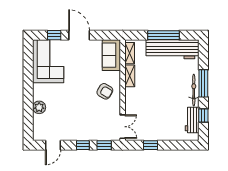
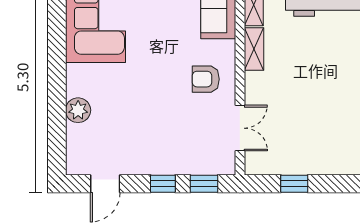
armchair: (105, 91) -> (206, 79), turned 149
double door: (123, 127) -> (240, 128), moved

